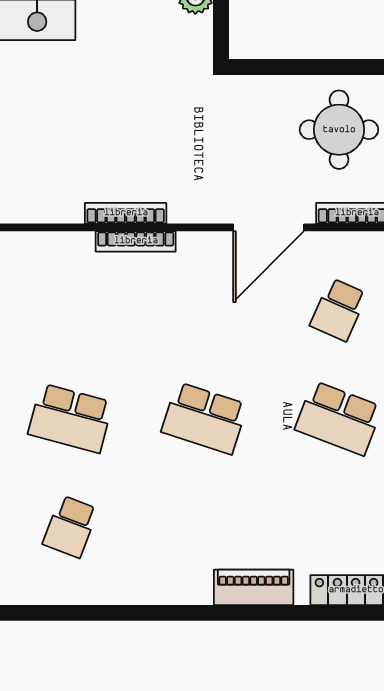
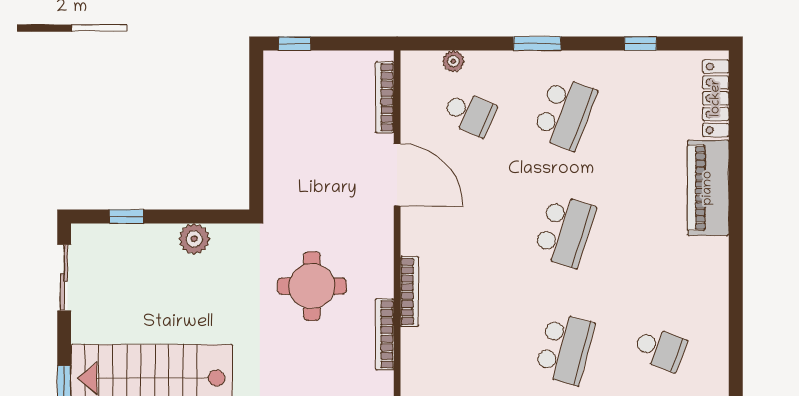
round table: (339, 130) -> (312, 286), moved
bookcase: (126, 213) -> (385, 334), moved
piano: (254, 587) -> (708, 188), width x1.37, depth x1.33

